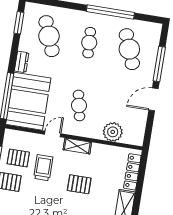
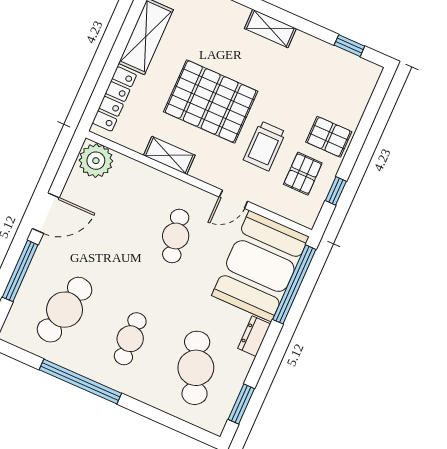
cafe table: (129, 49) -> (65, 310), turned 33
plant: (113, 132) -> (96, 161), moved
shelving: (77, 146) -> (169, 155), moved
pallet: (18, 158) -> (303, 174), turned 90
pallet: (79, 184) -> (211, 101), width x2.05, depth x2.00

